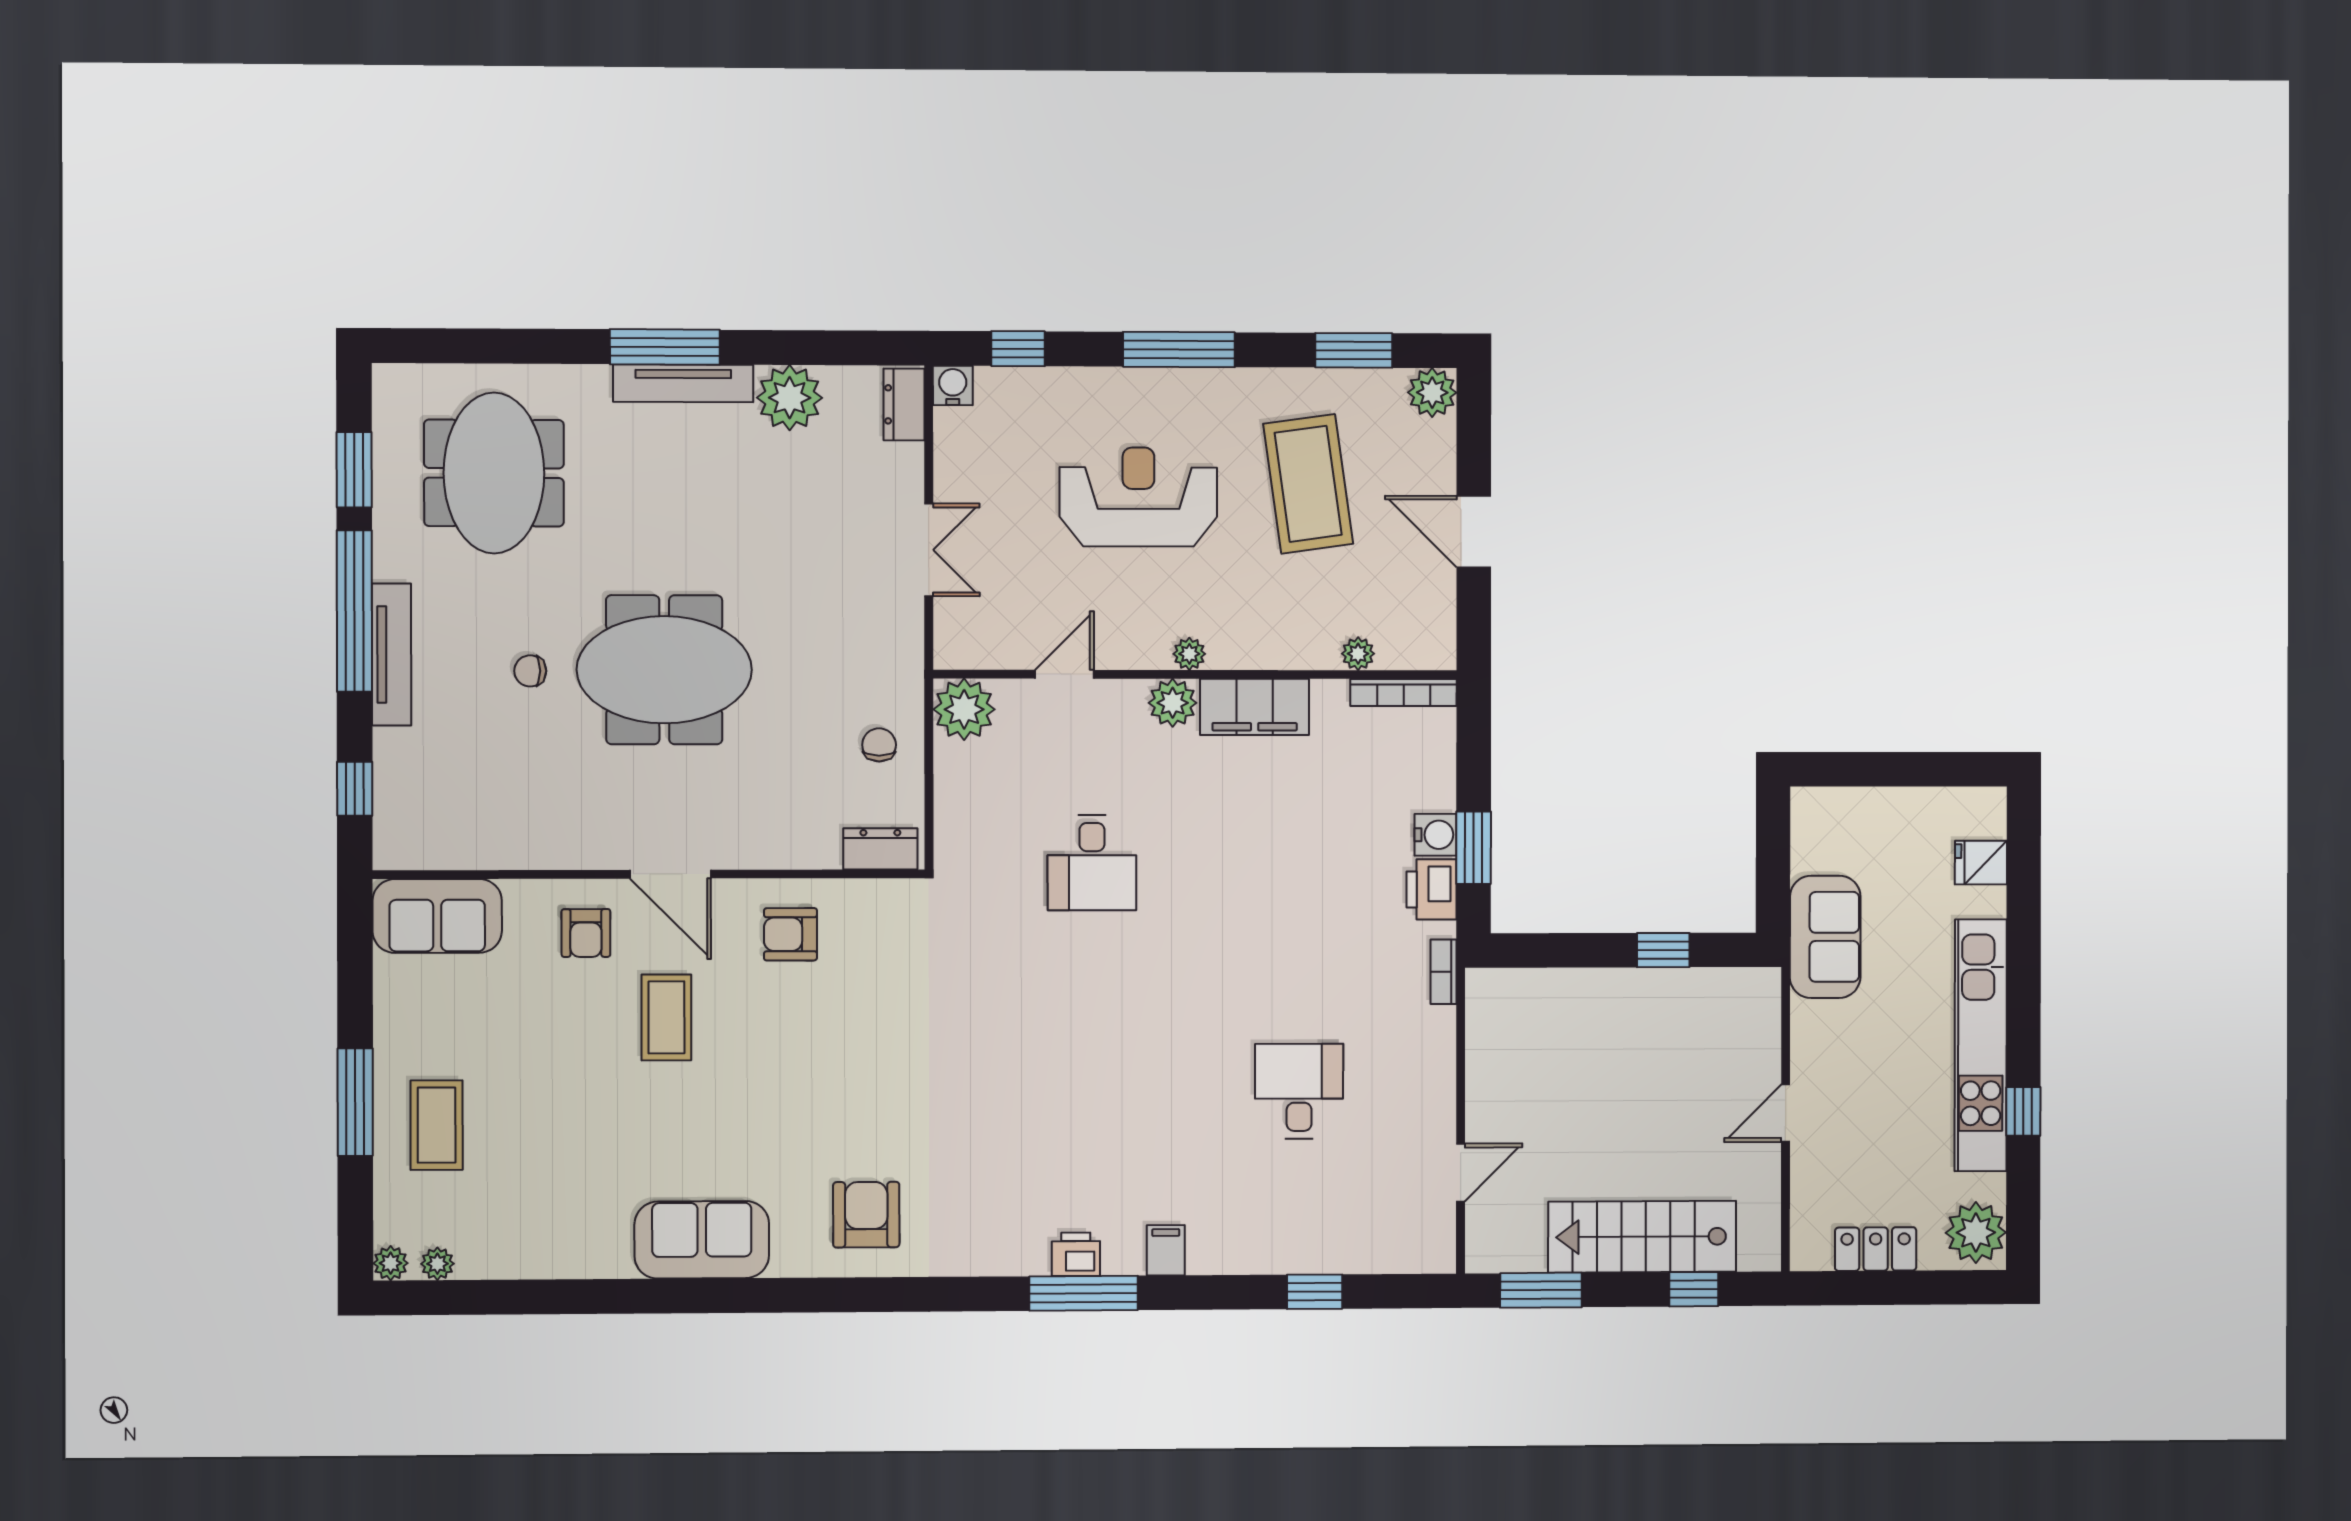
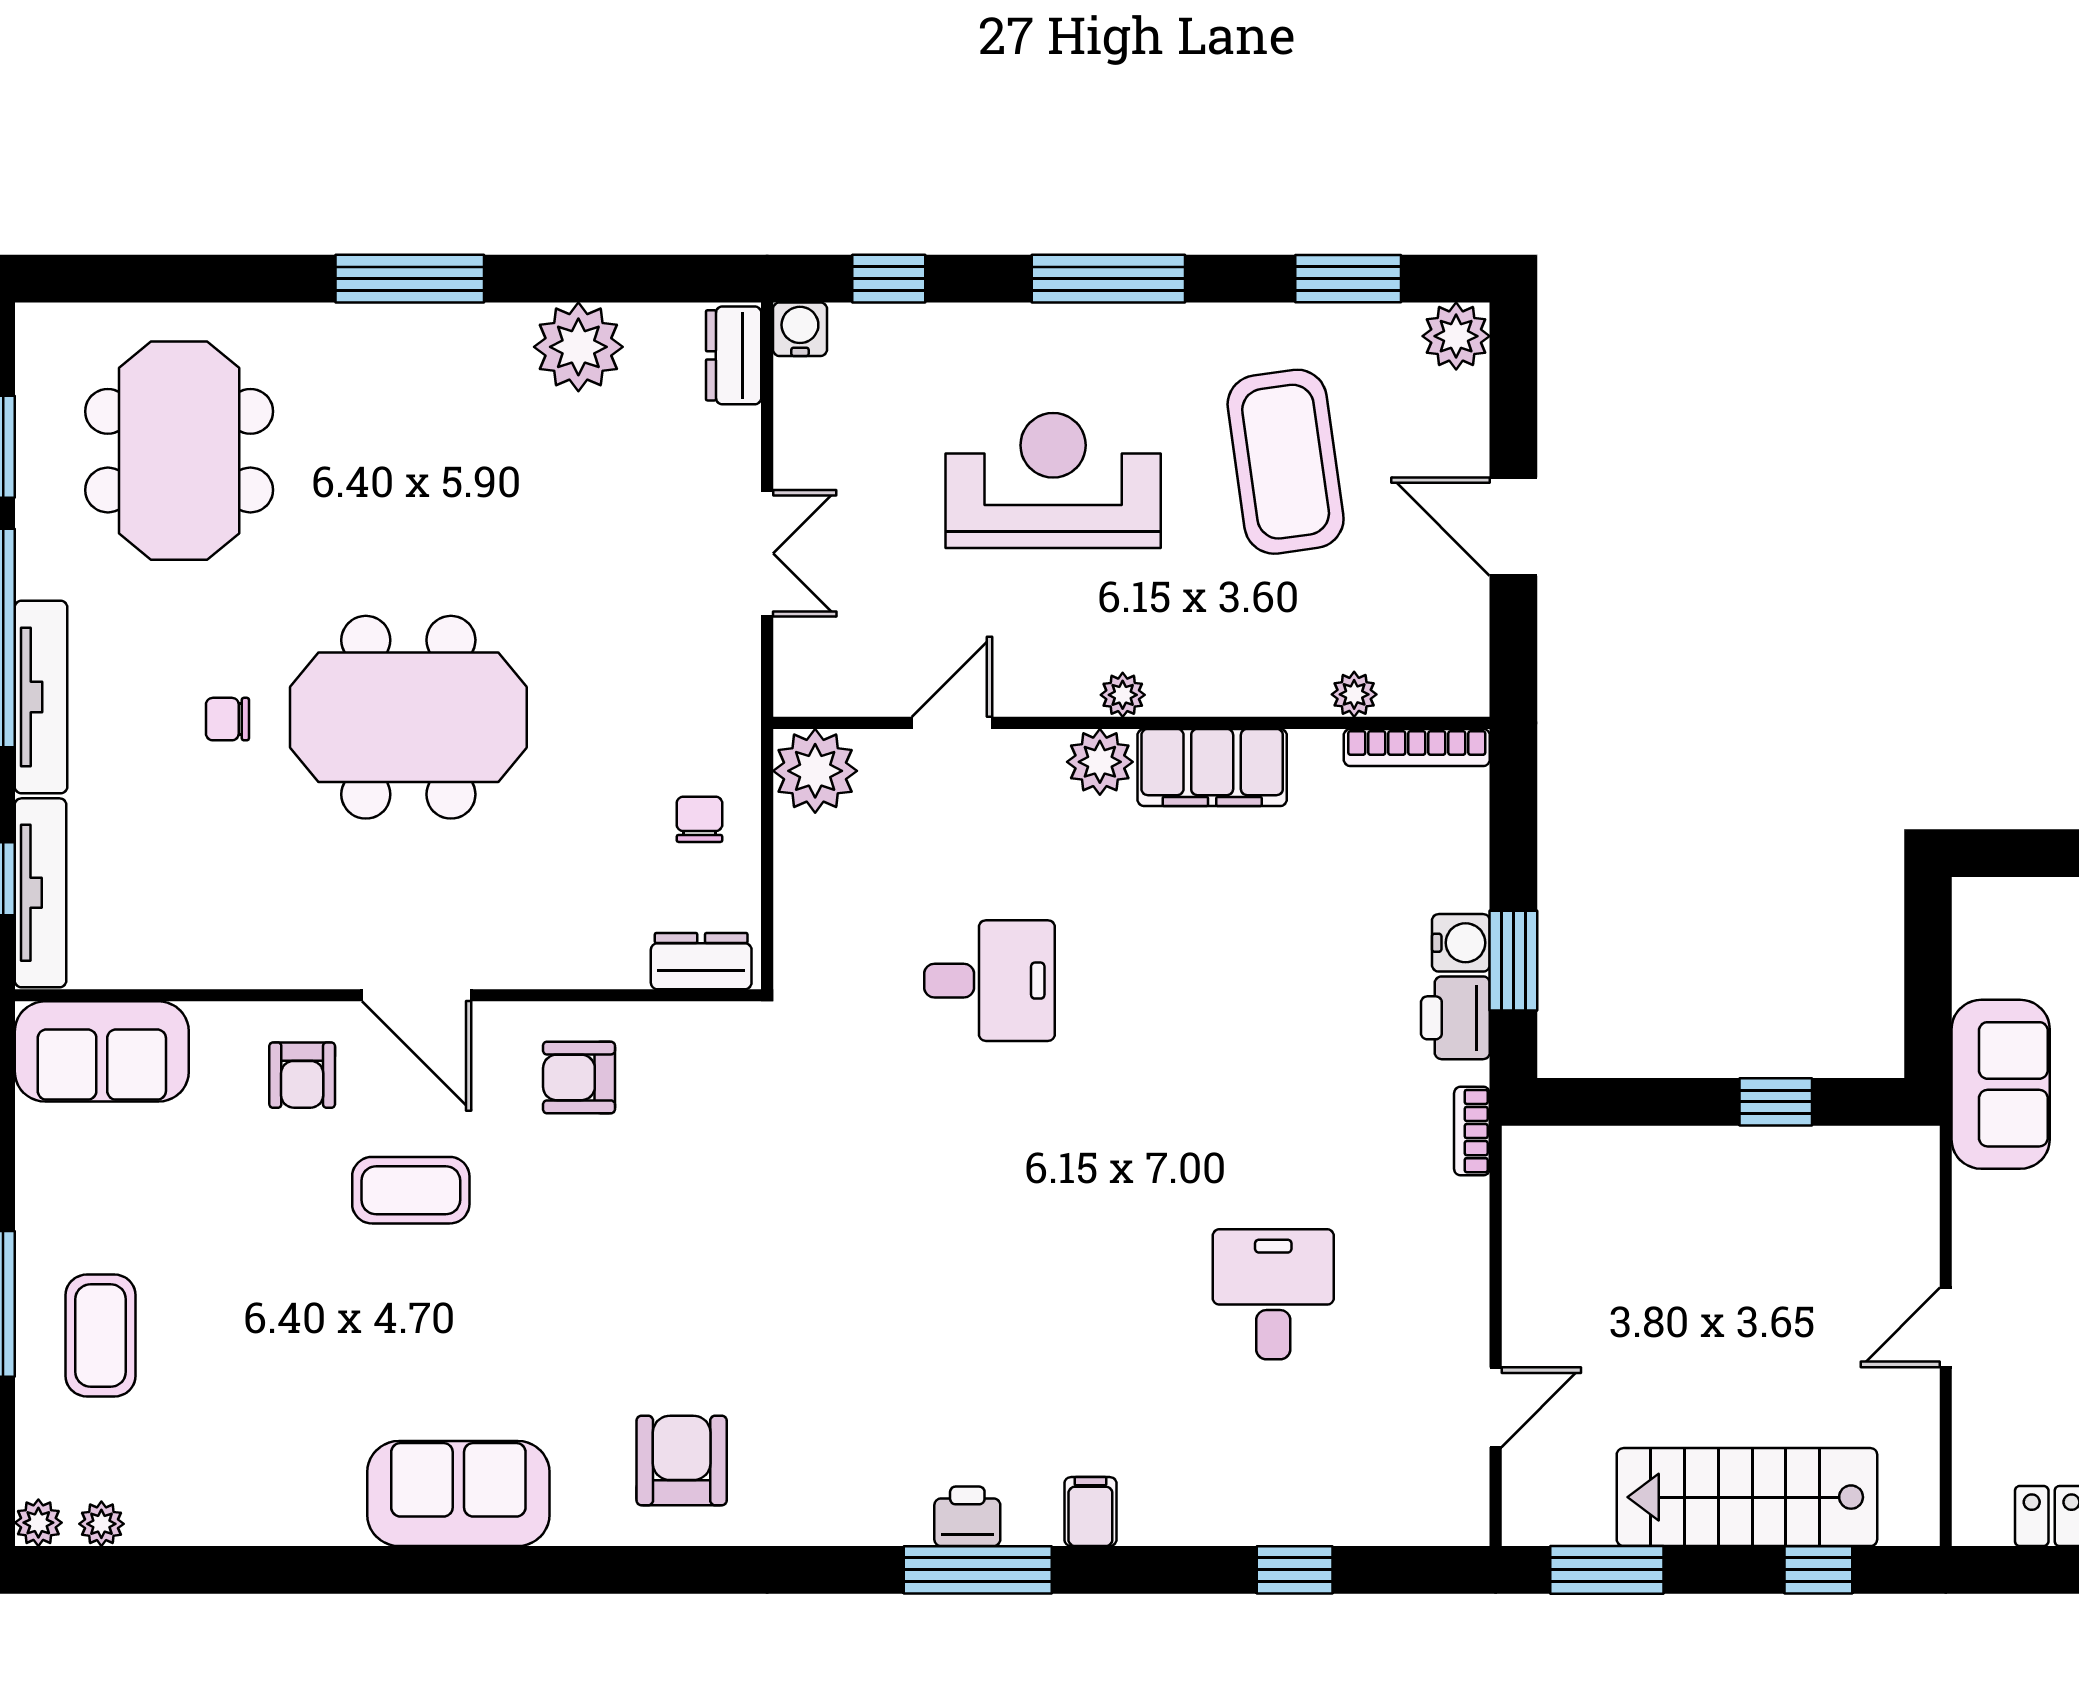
tv unit: (683, 383) -> (41, 893), moved, turned -90
desk: (1092, 863) -> (990, 981), turned -90
coffee table: (666, 1017) -> (411, 1190), turned 90

